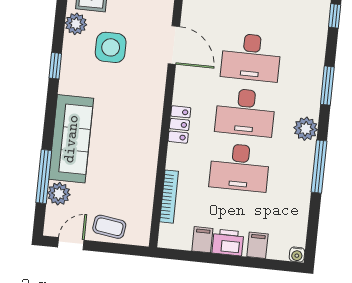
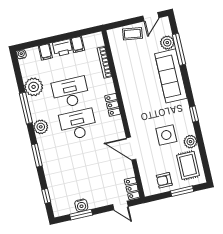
desk: (251, 57) -> (85, 157), removed
plant: (295, 196) -> (34, 87), added

